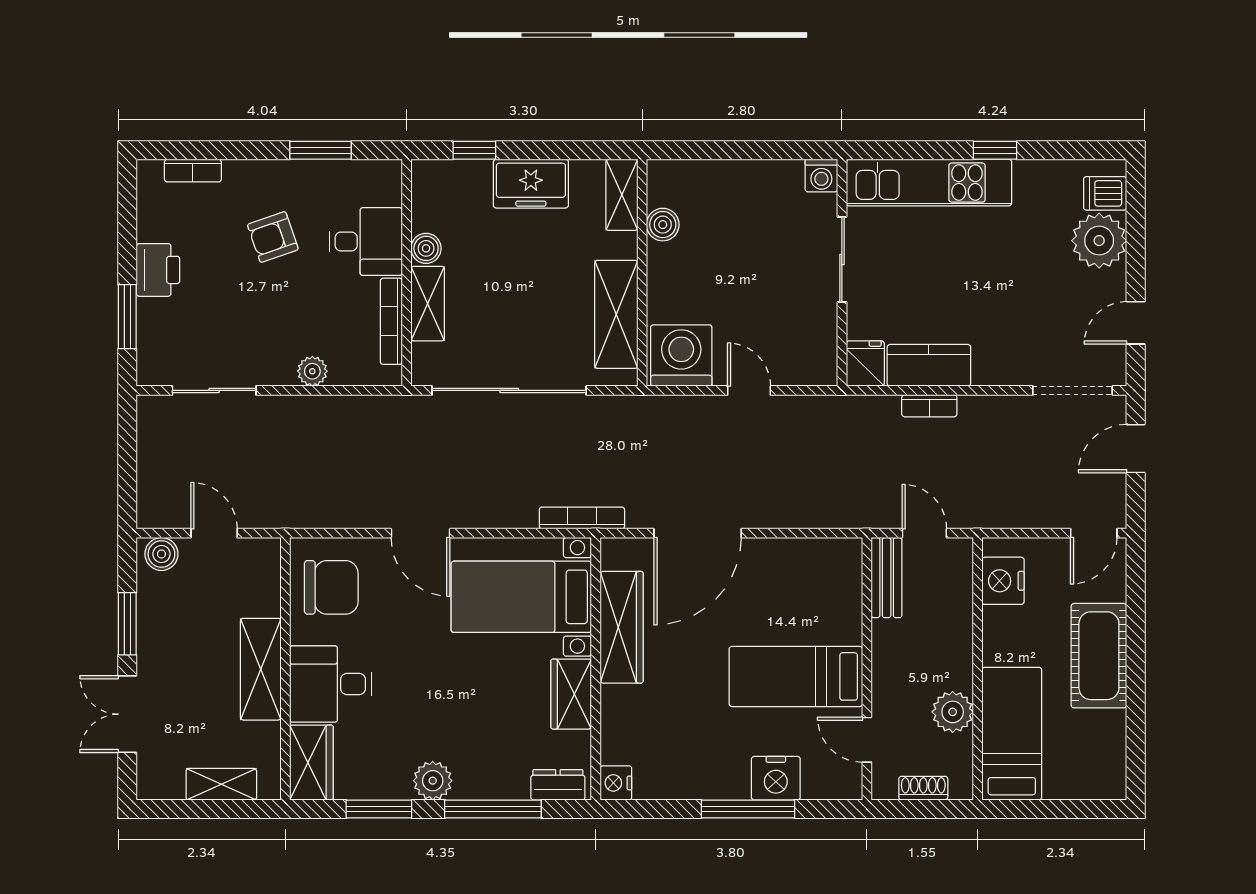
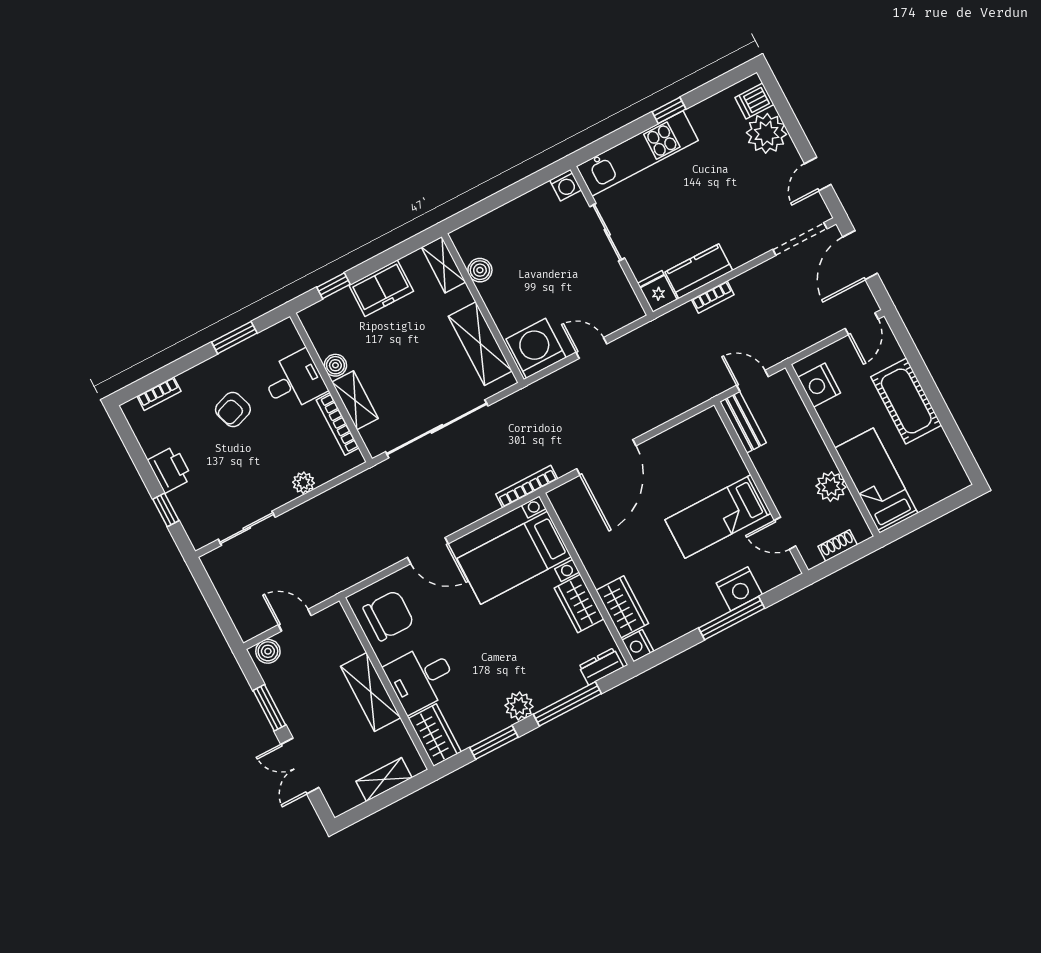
window: (127, 317) -> (166, 510), width x0.67
door: (1136, 449) -> (860, 255), width x1.38
wardrobe: (622, 627) -> (622, 607), moved, width x0.67

